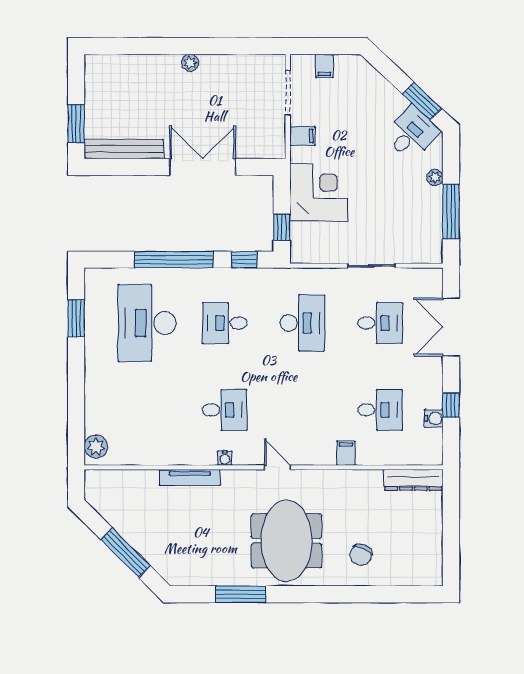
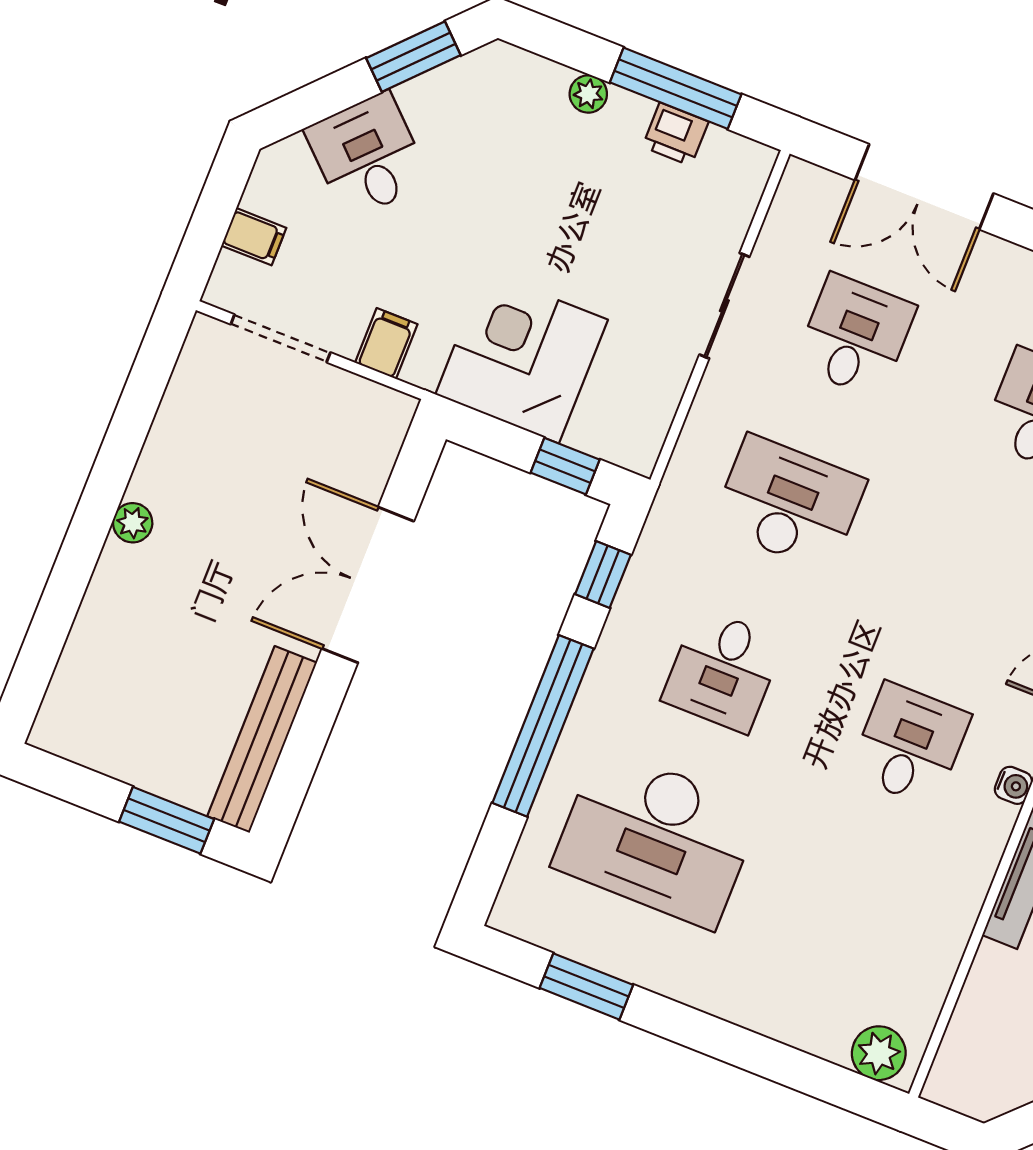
desk: (412, 133) -> (368, 156), moved
printer: (433, 219) -> (675, 134), added

